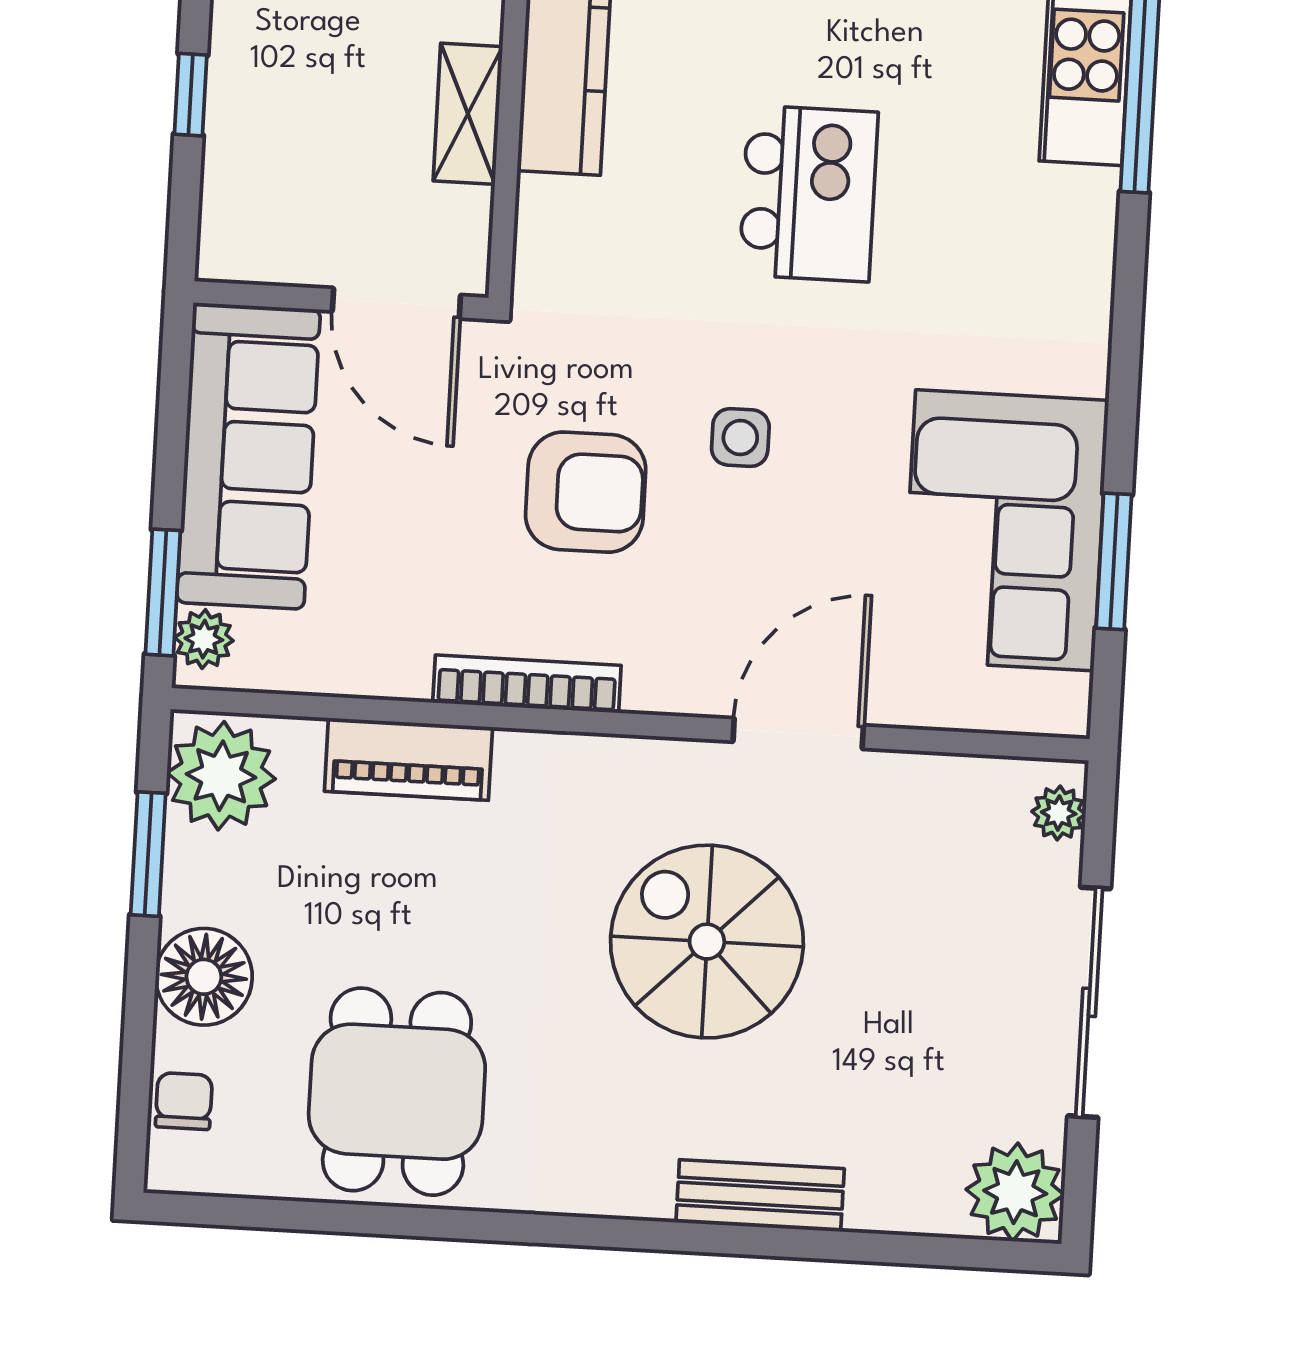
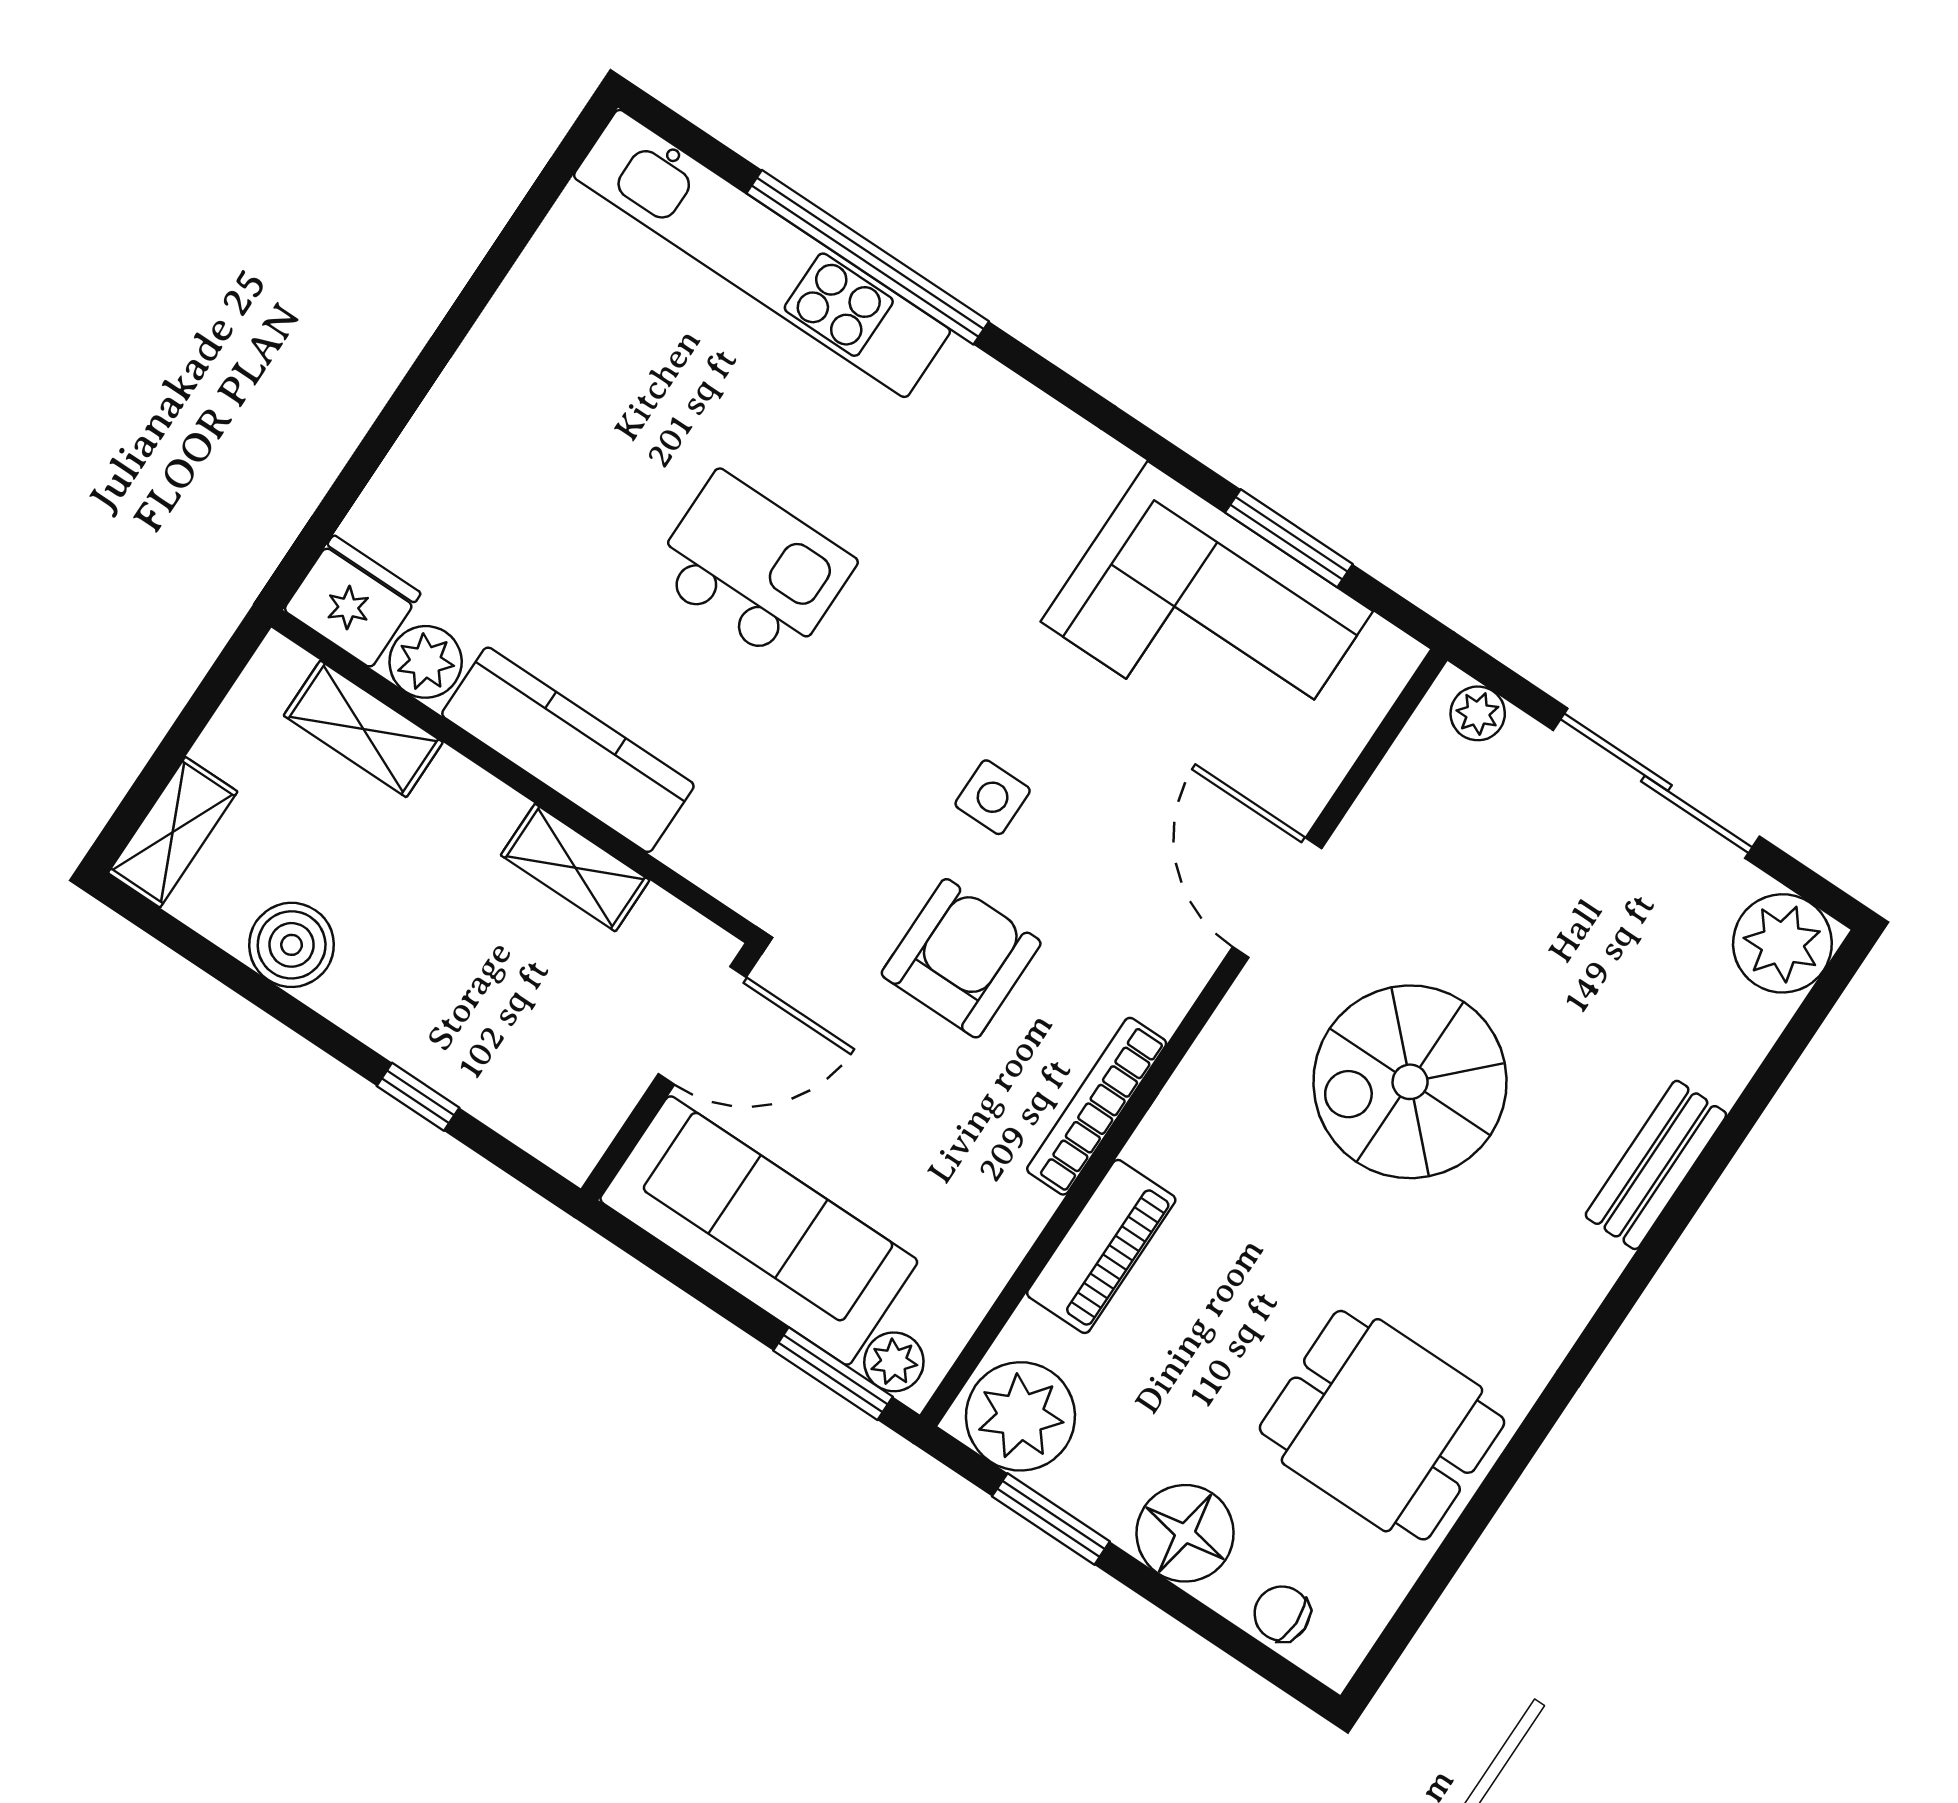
kitchen island: (809, 193) -> (753, 568), moved

